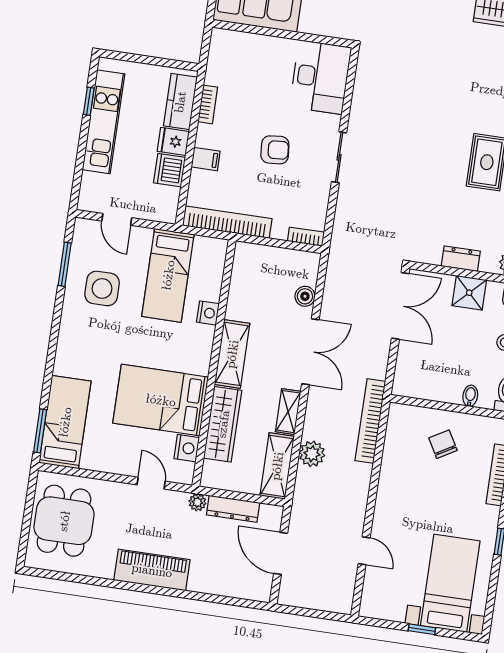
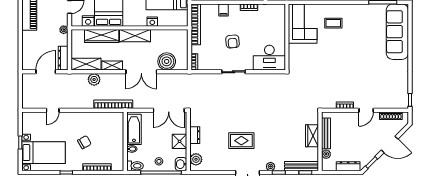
boiler: (305, 296) -> (167, 61), width x1.86, depth x1.86
bathtub: (430, 385) -> (134, 129), added
chair: (443, 444) -> (84, 142), moved
dresser: (233, 509) -> (63, 58), moved

